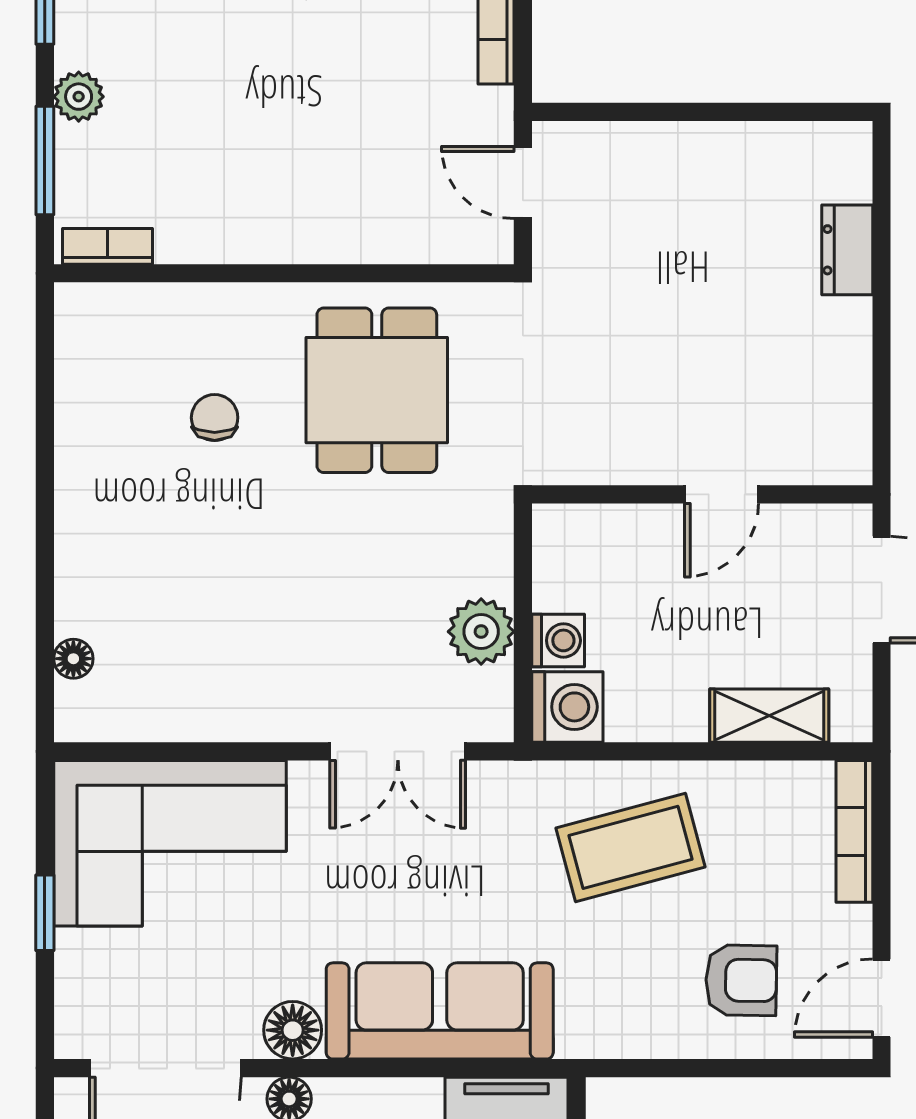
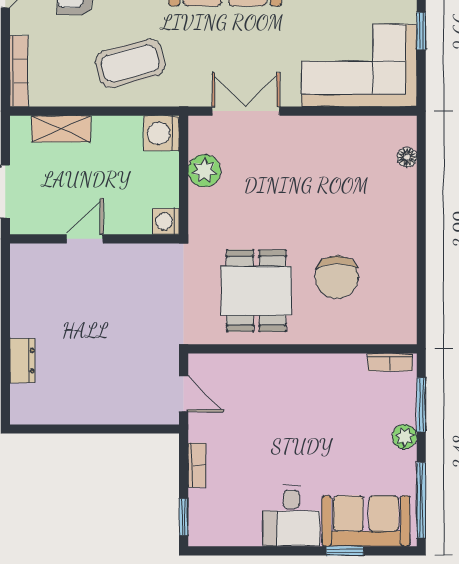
chair: (215, 418) -> (337, 277), width x1.87, depth x1.87
washing machine: (558, 640) -> (166, 221), moved

